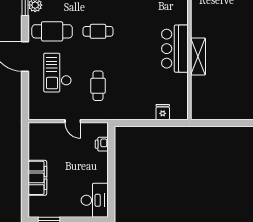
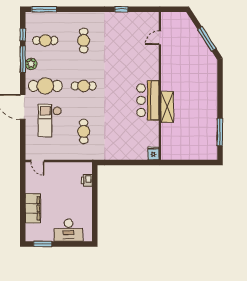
fridge: (163, 112) -> (153, 153), moved
door: (73, 121) -> (37, 161), moved
desk: (95, 200) -> (68, 230), moved, turned 90

